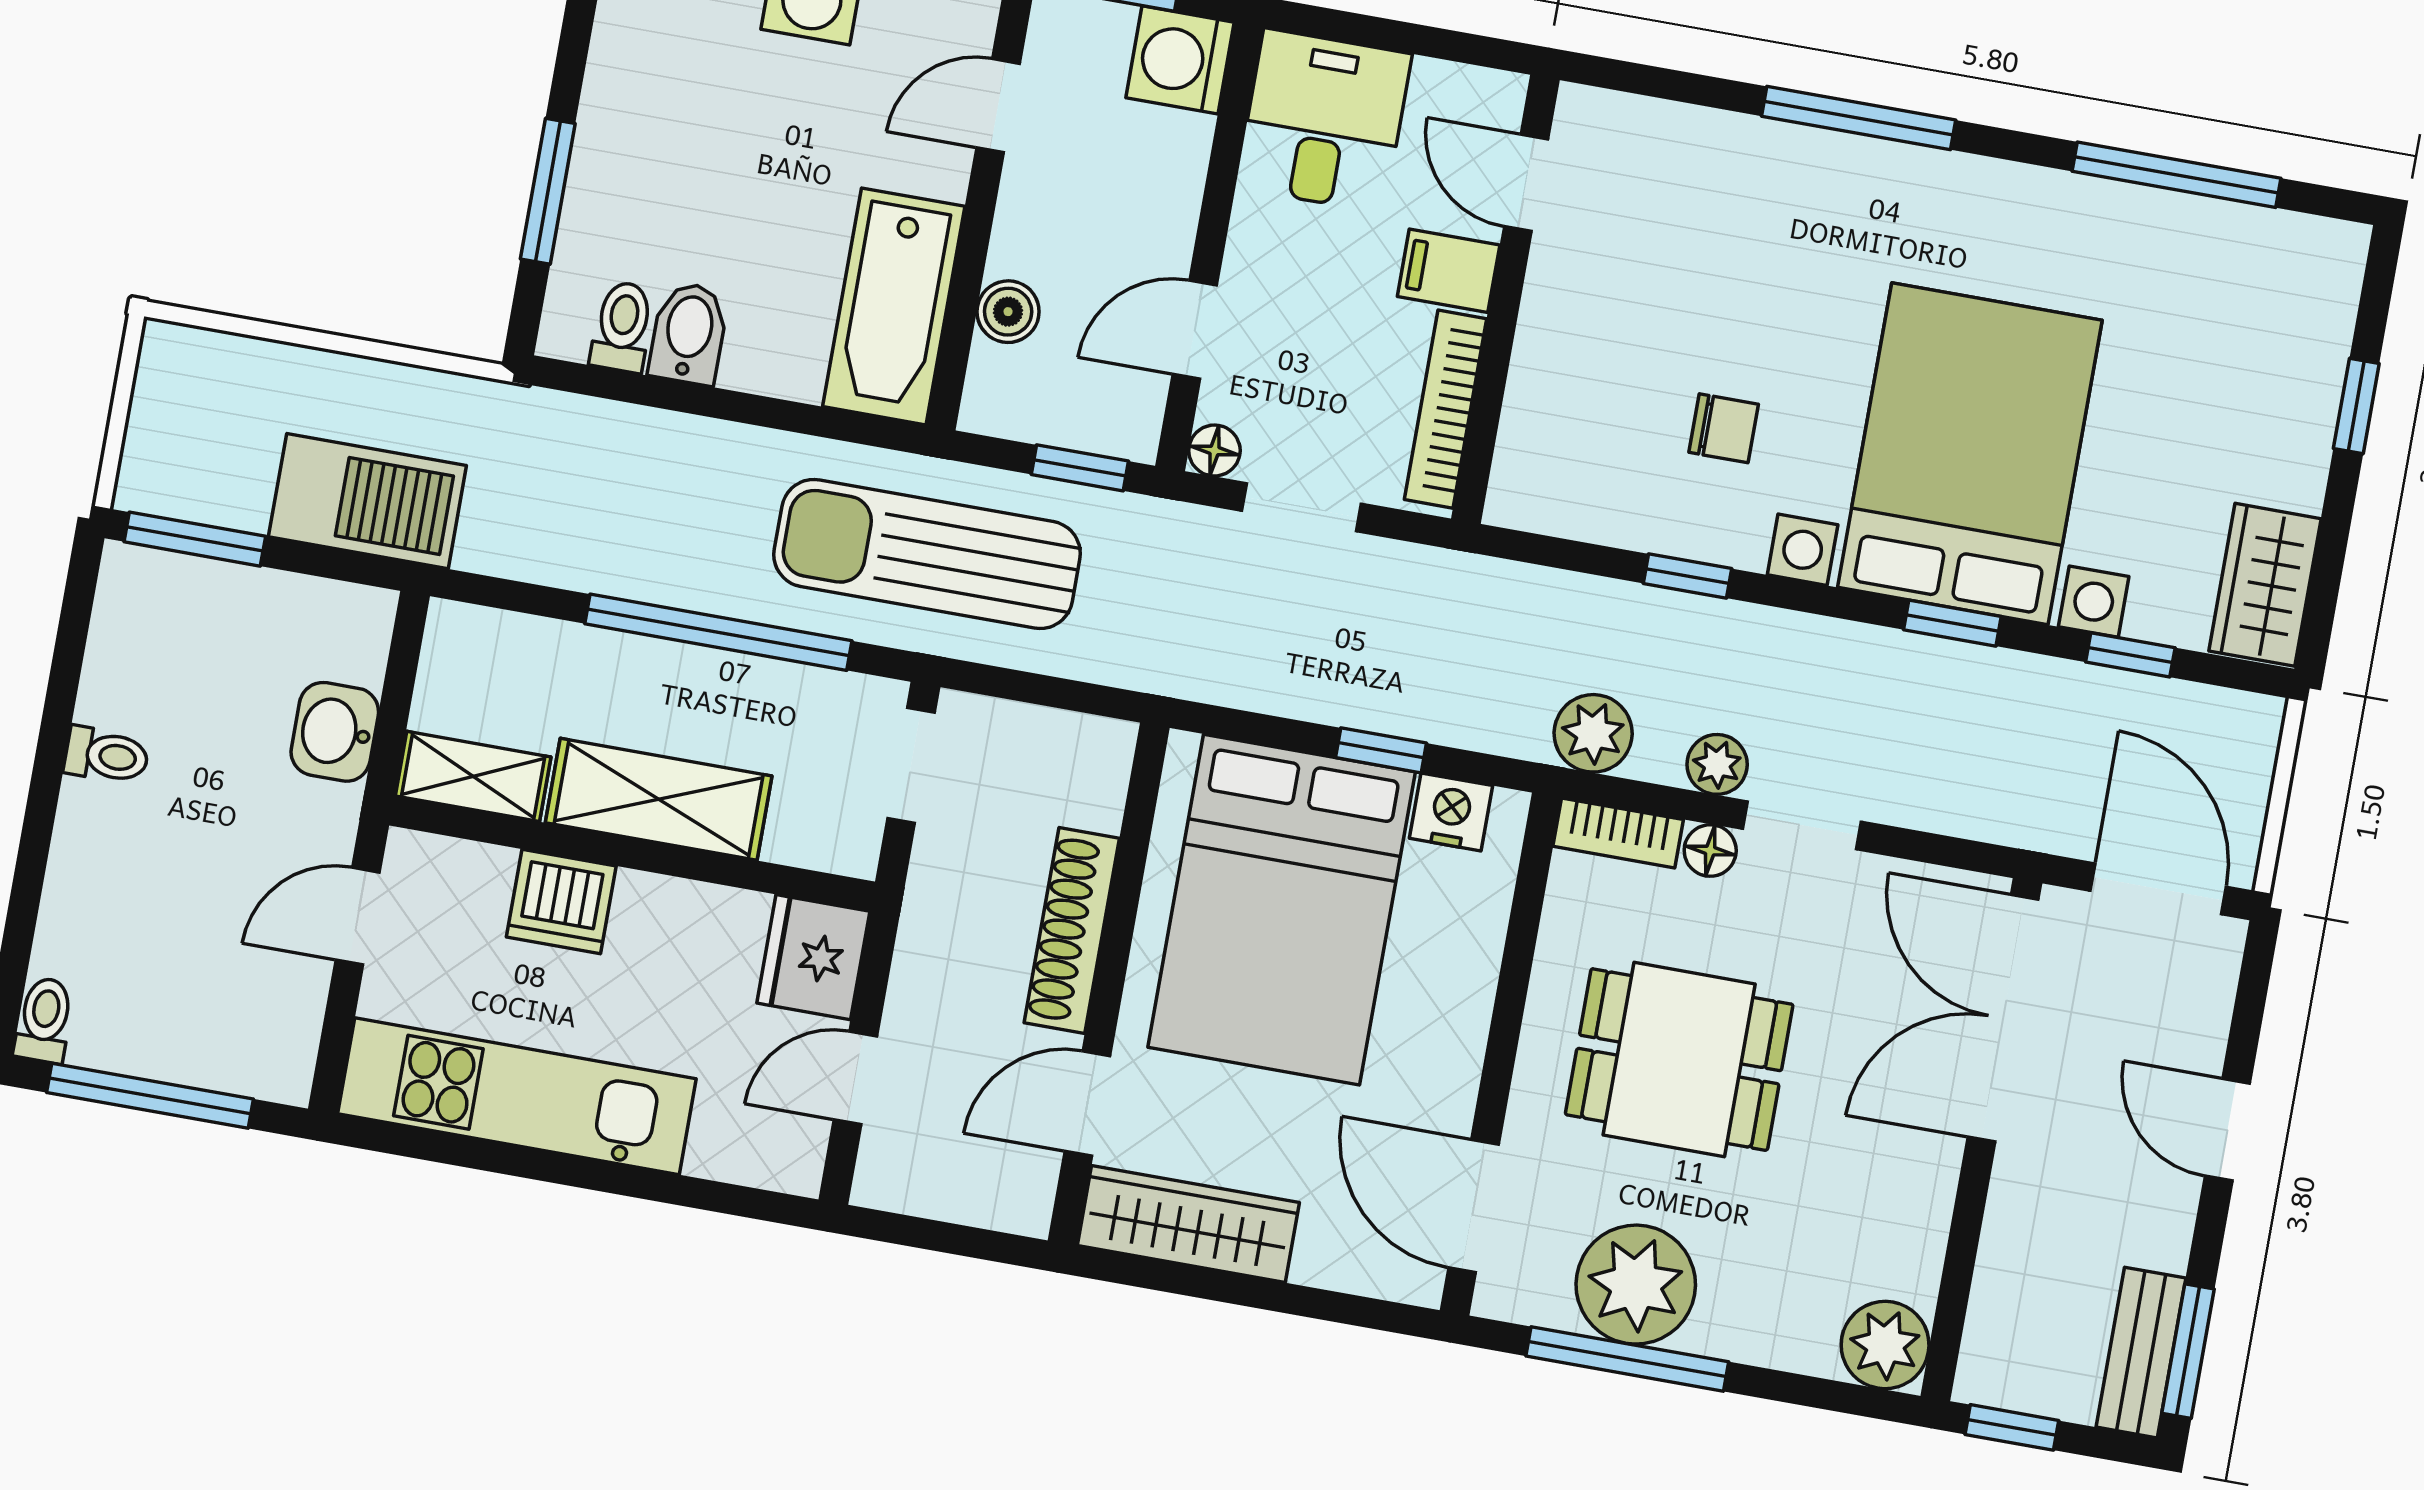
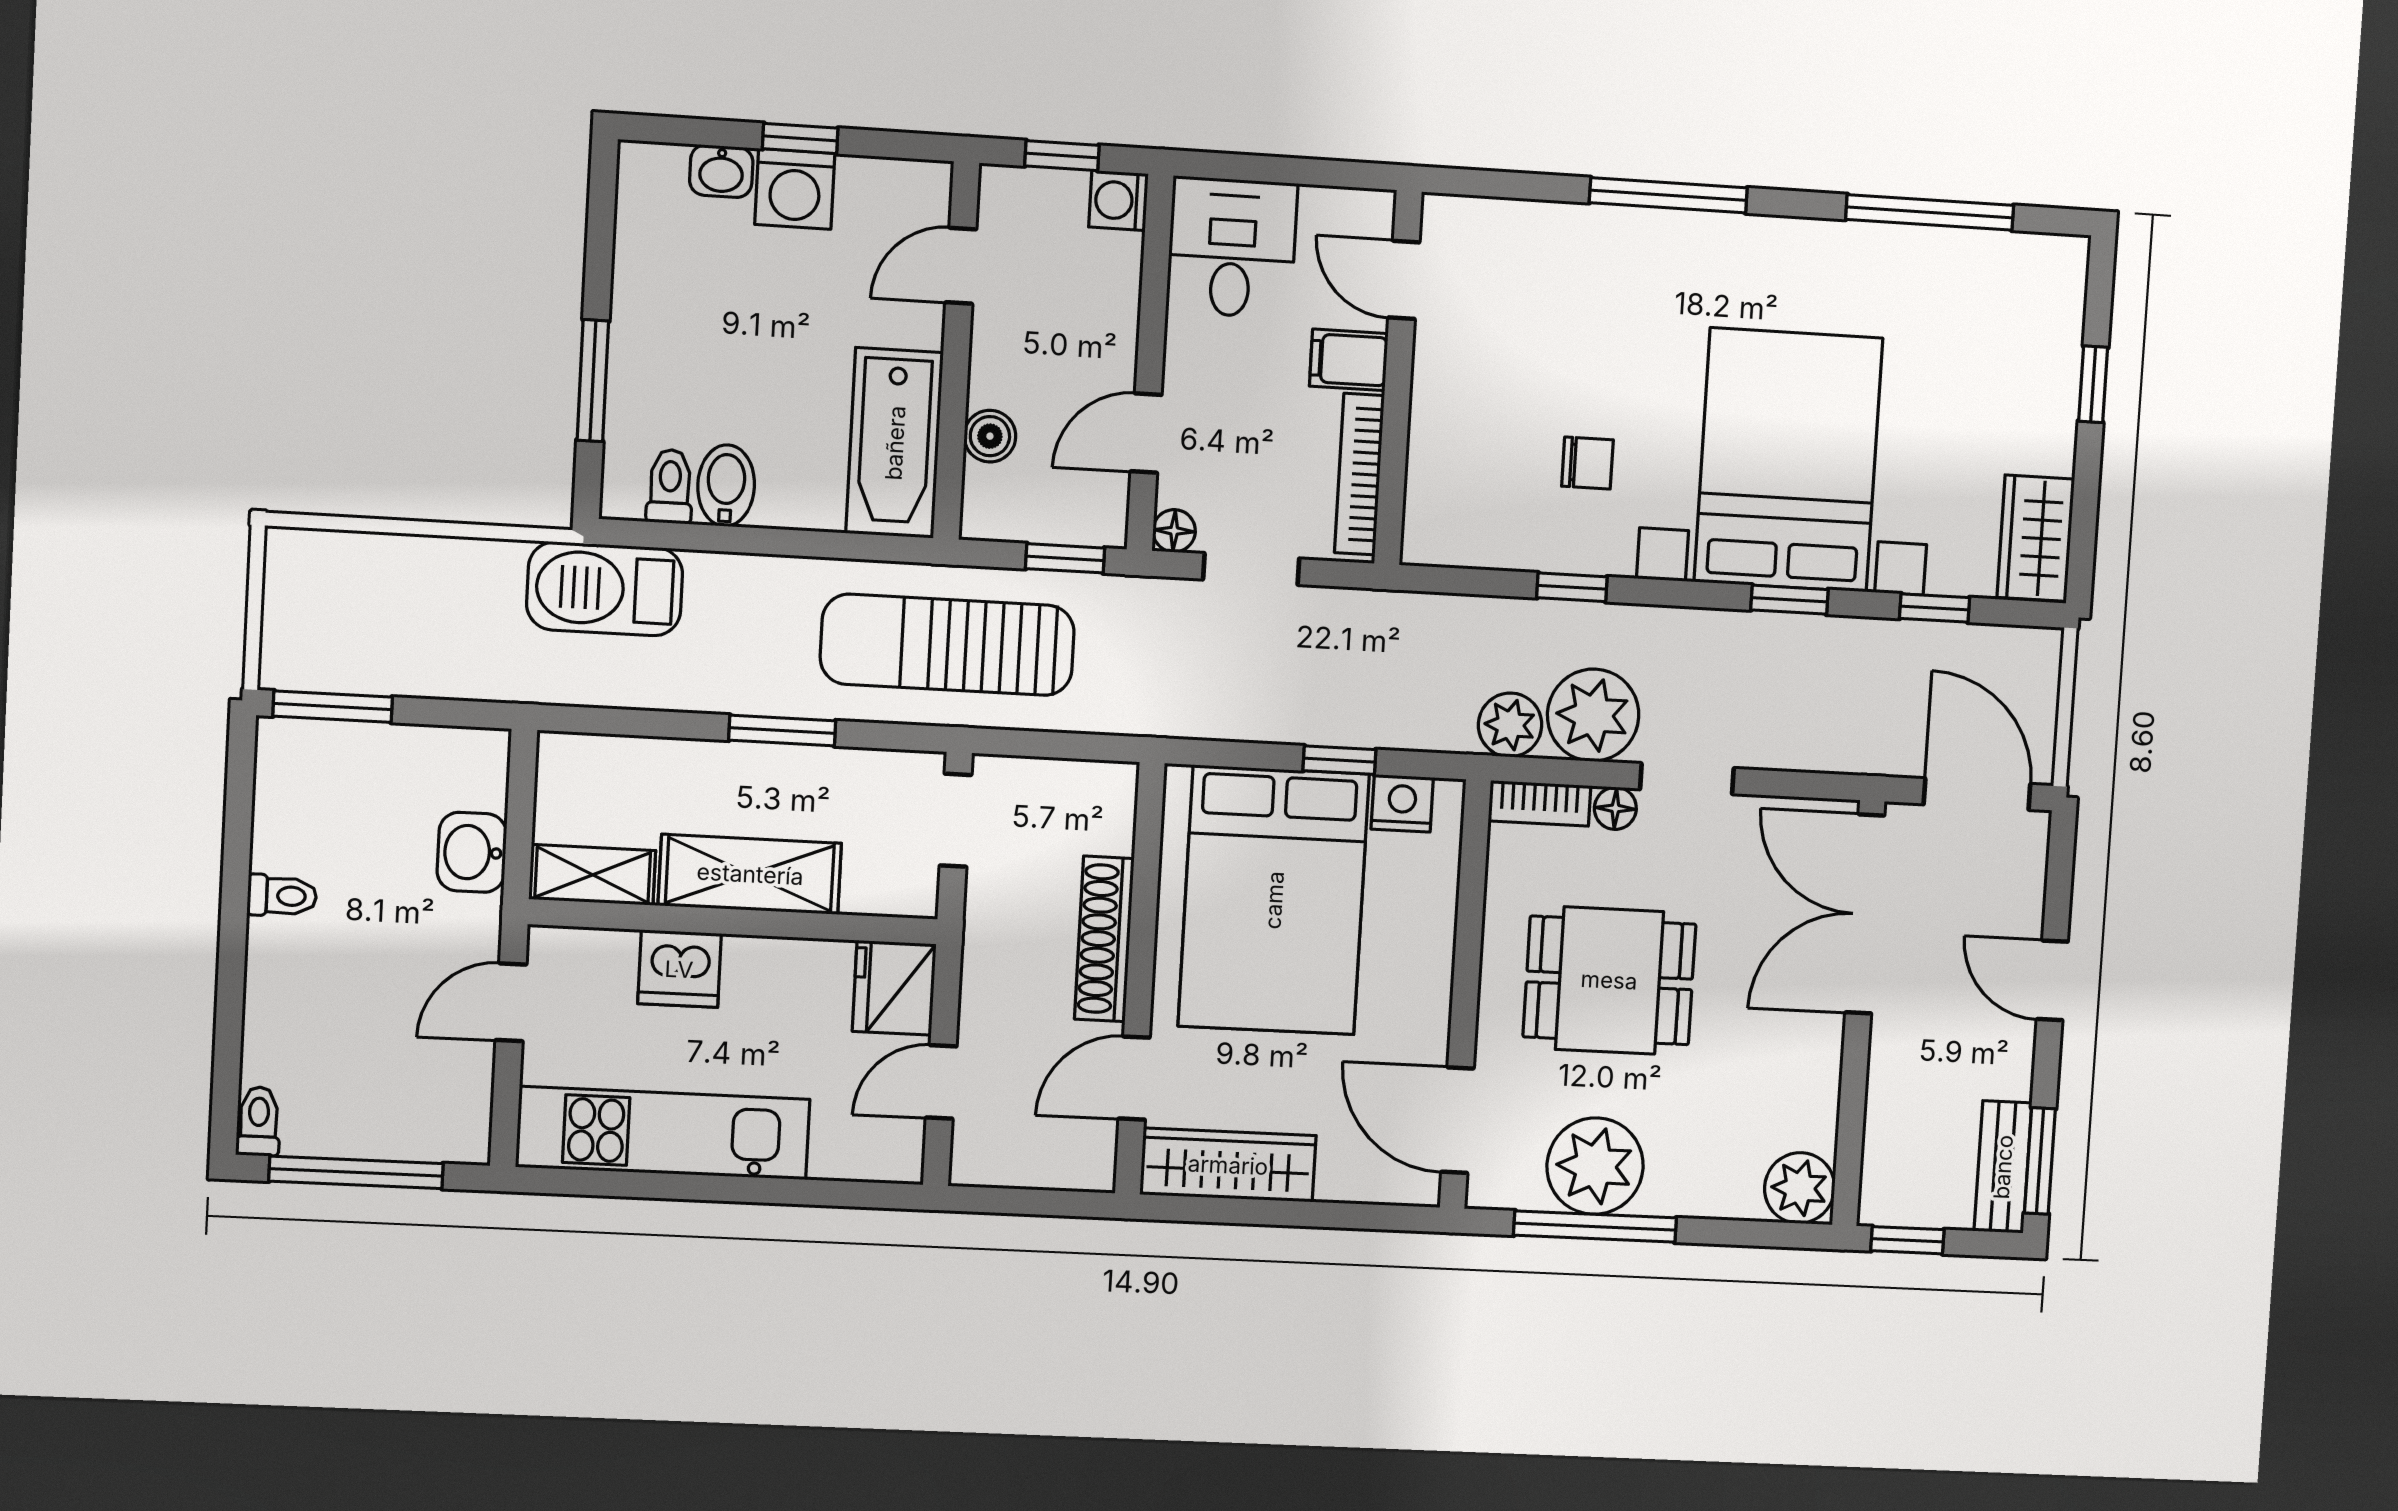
washing machine: (1180, 60) -> (1118, 200), width x0.73, depth x0.73
barbecue: (367, 501) -> (605, 589), moved, turned 180
window: (718, 632) -> (782, 730), width x0.47
plant: (1717, 764) -> (1593, 715), width x1.87, depth x1.87

